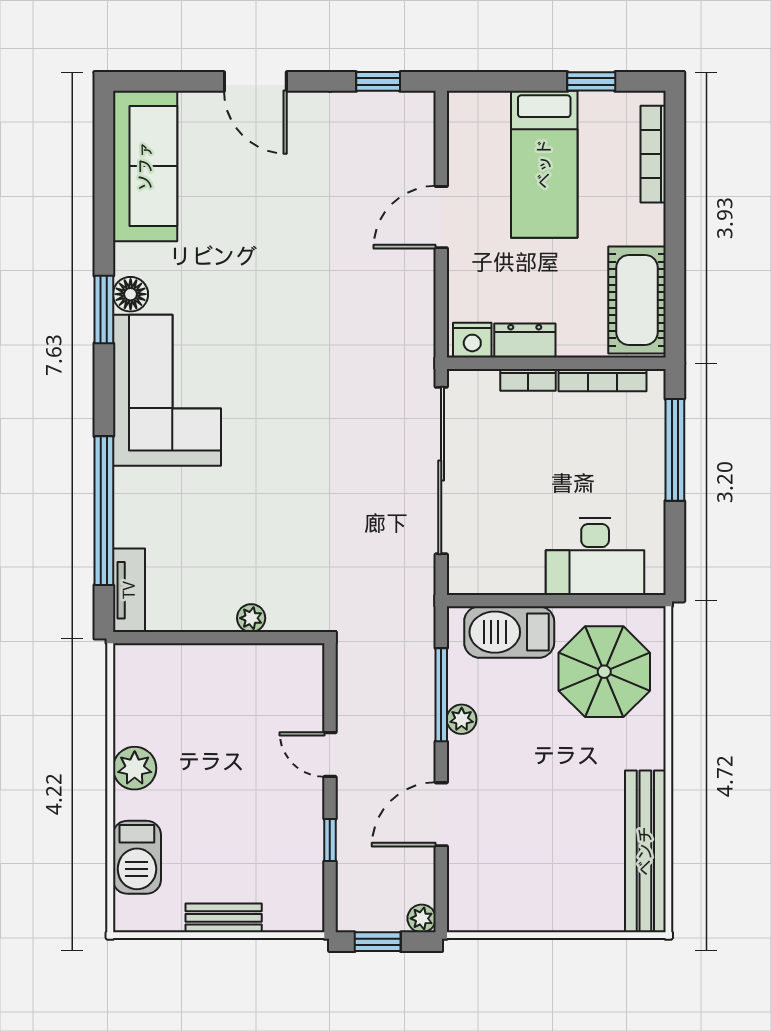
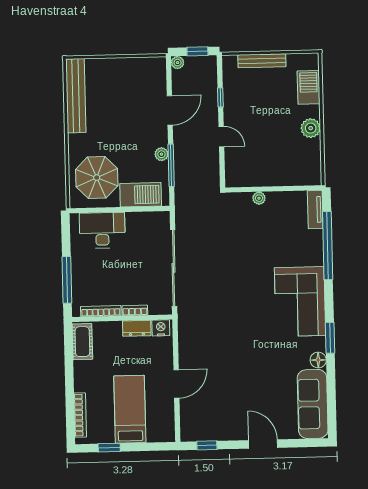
floor lamp: (131, 294) -> (318, 360), moved
cot: (637, 300) -> (82, 342), width x0.73, depth x0.75
bench: (224, 918) -> (262, 61), width x1.36

